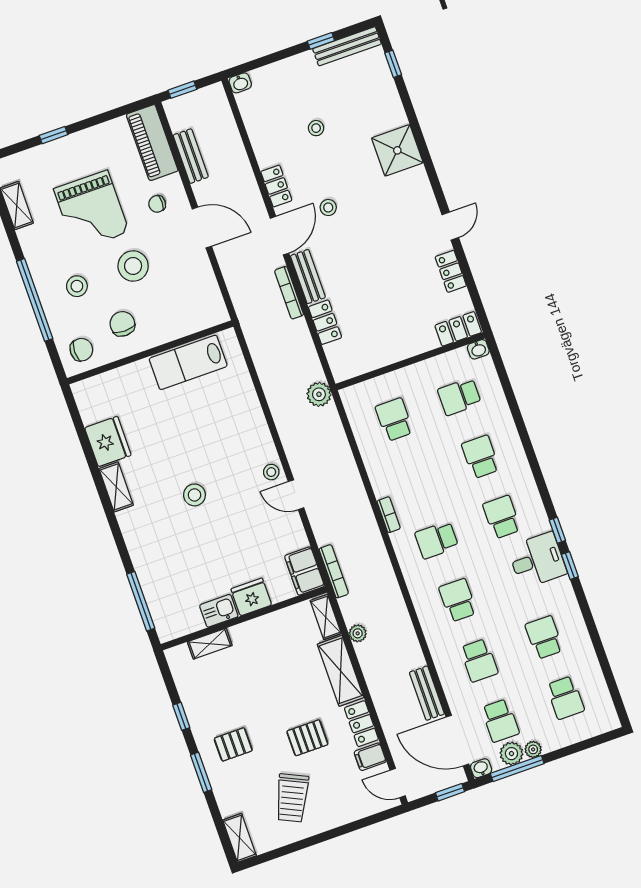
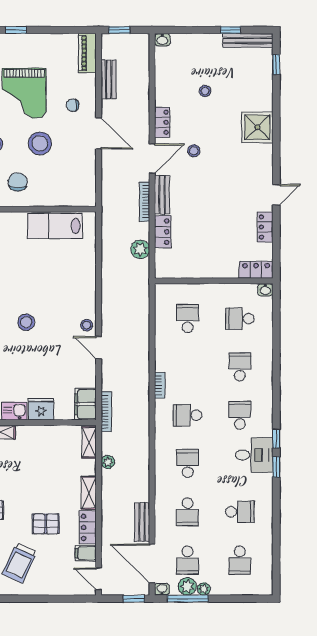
piano: (152, 143) -> (87, 53), width x0.73, depth x0.75
plant: (319, 394) -> (140, 249), moved
school desk: (544, 637) -> (240, 512), turned 90
shelving: (341, 671) -> (89, 493), width x0.67, depth x0.75

